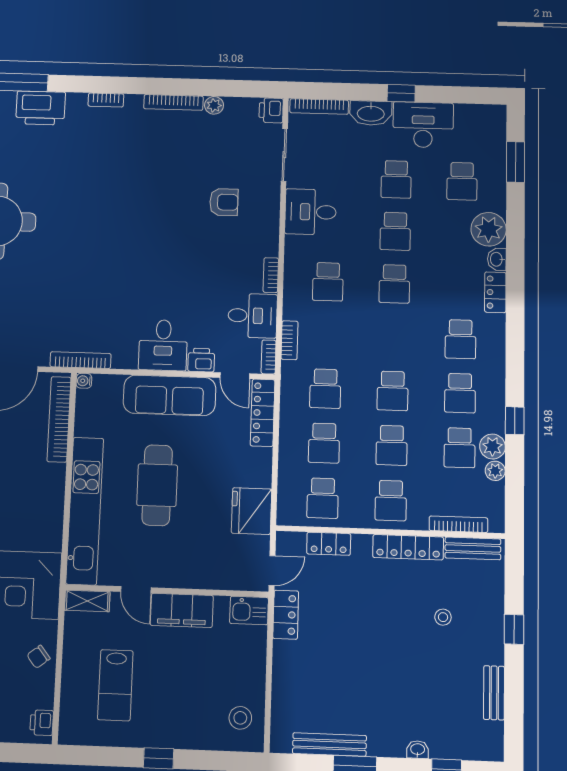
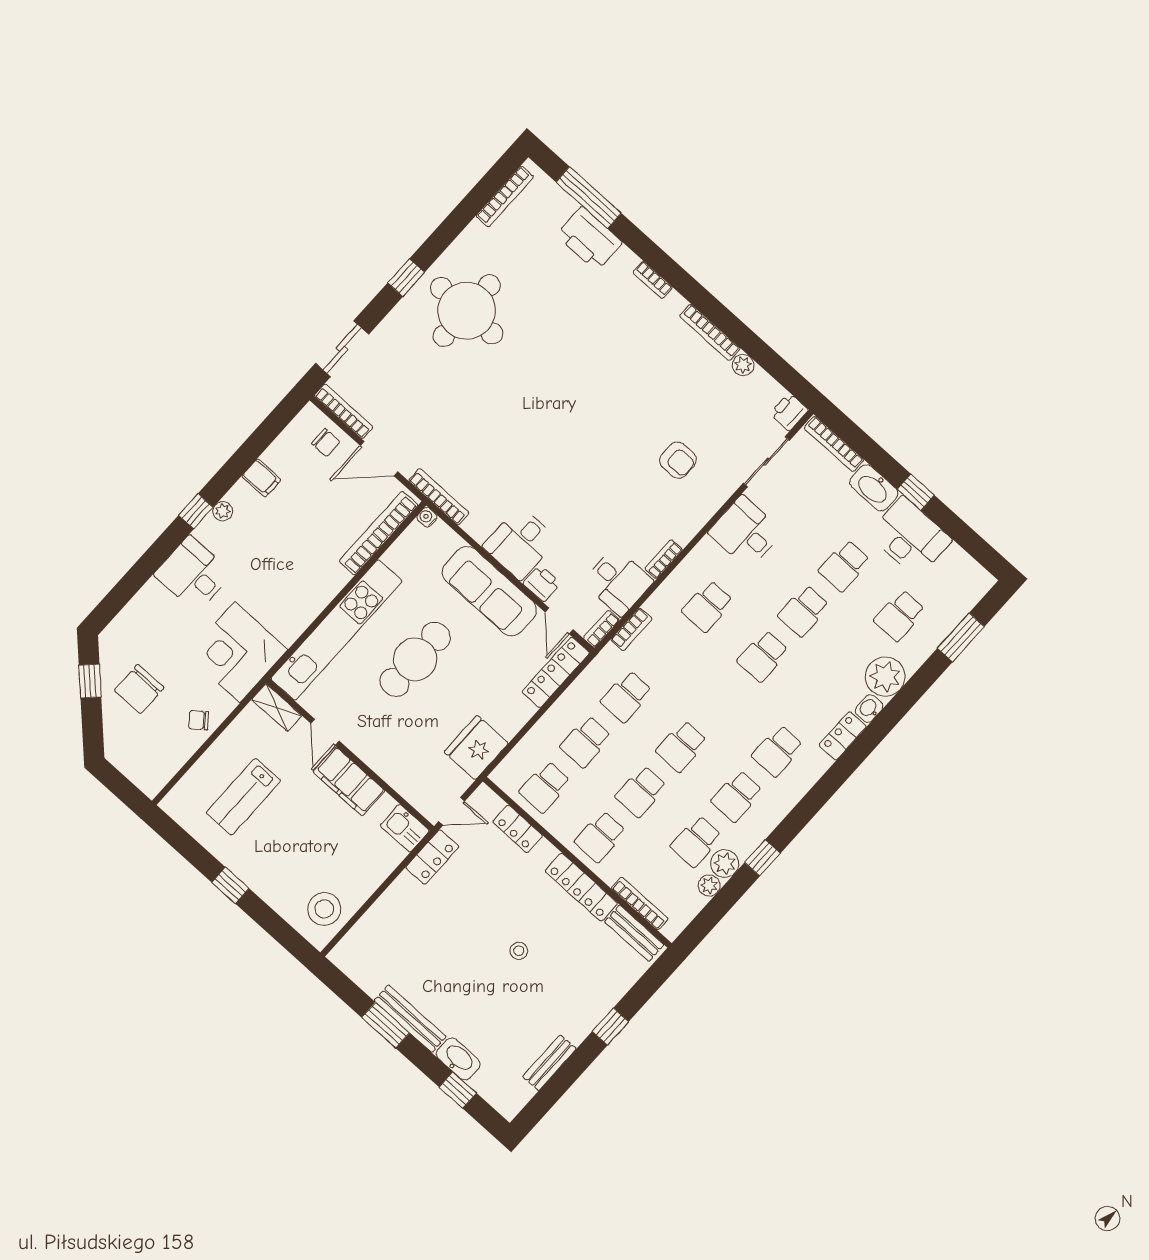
stool: (443, 617) -> (519, 951), moved
stool: (240, 718) -> (324, 909), width x1.38, depth x1.38
printer: (42, 723) -> (158, 776), removed
bench: (329, 744) -> (410, 1019), moved
washbasin: (418, 750) -> (458, 1059), width x1.91, depth x1.45

